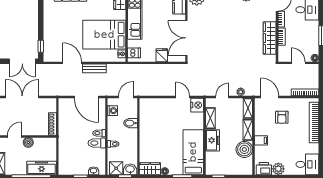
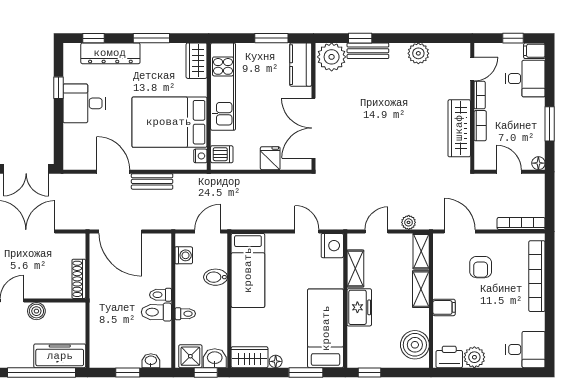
desk: (56, 24) -> (84, 103), added
window: (41, 46) -> (58, 88), moved
door: (86, 97) -> (120, 231), moved
bed: (149, 119) -> (248, 270), added
boiler: (244, 149) -> (415, 345), moved

